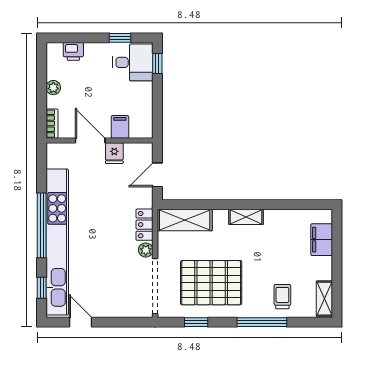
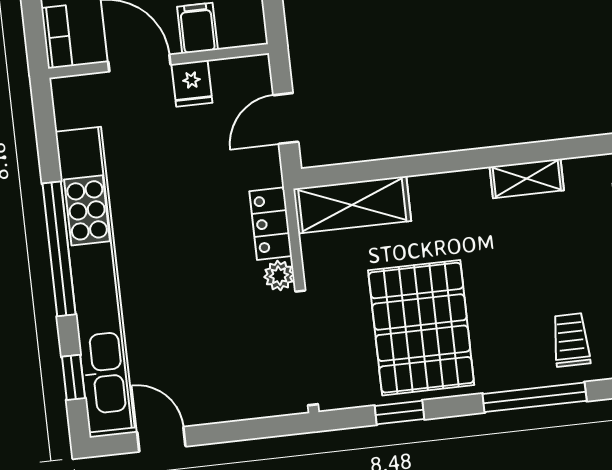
shelving: (246, 217) -> (527, 179), moved
pallet: (211, 283) -> (421, 328), turned 90

